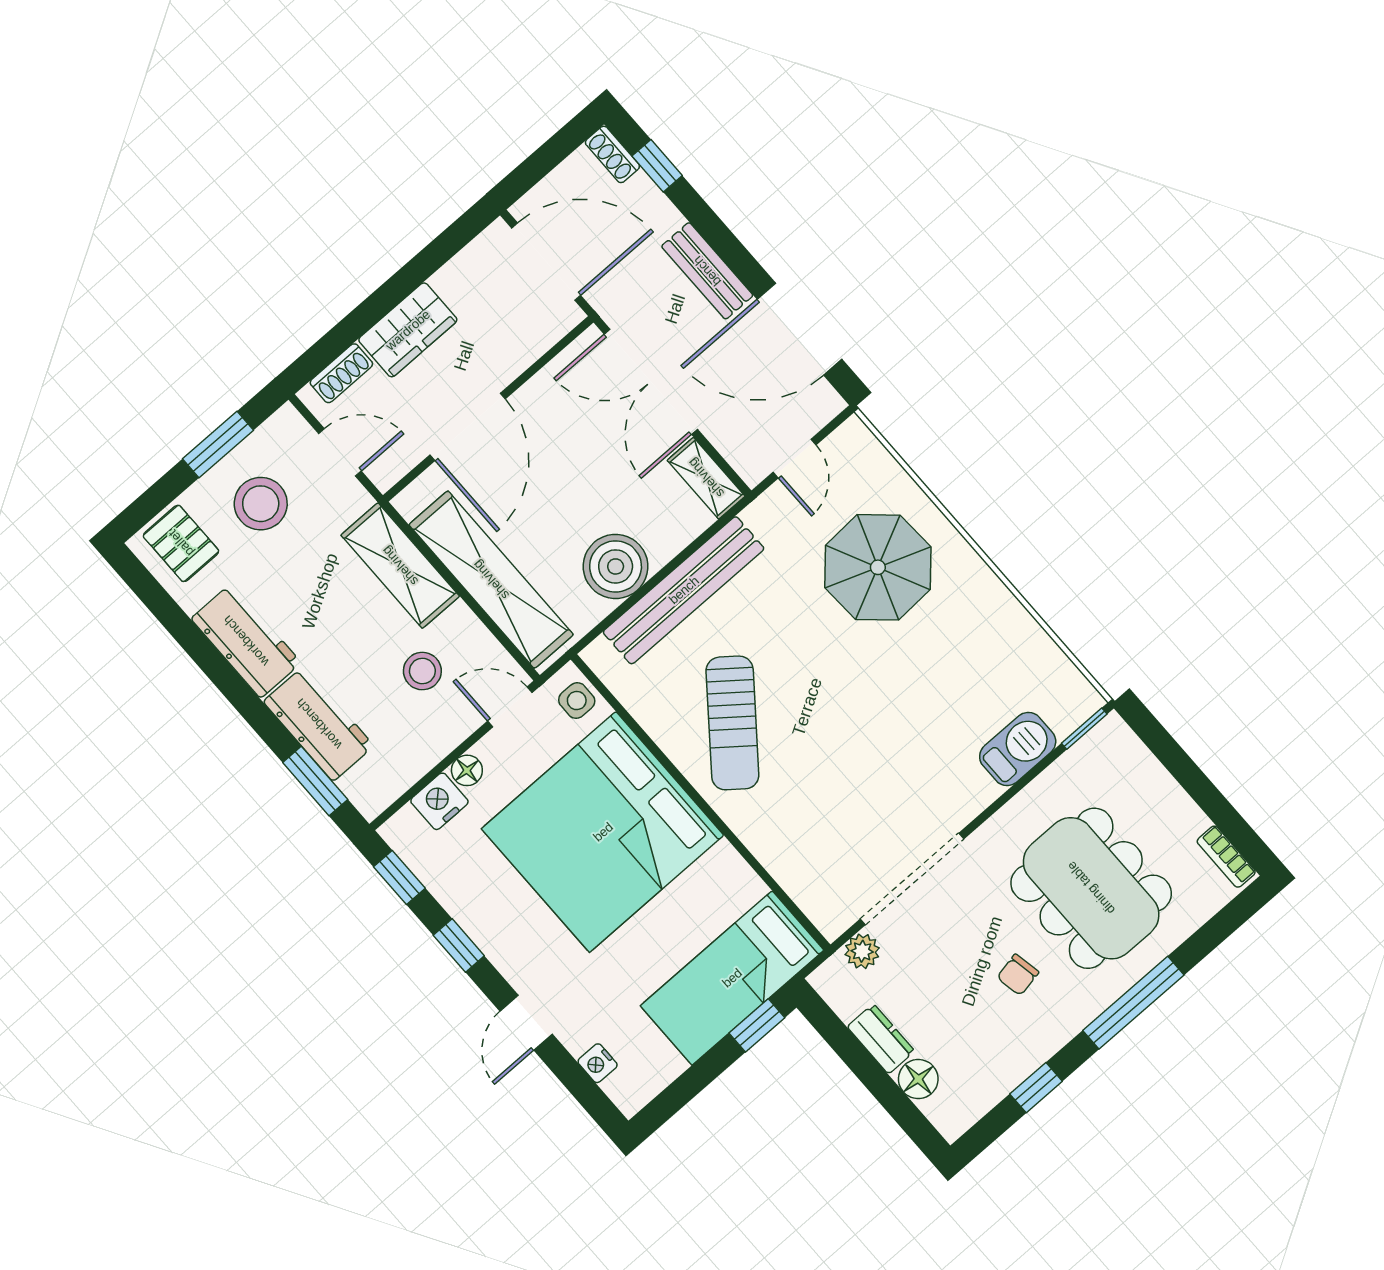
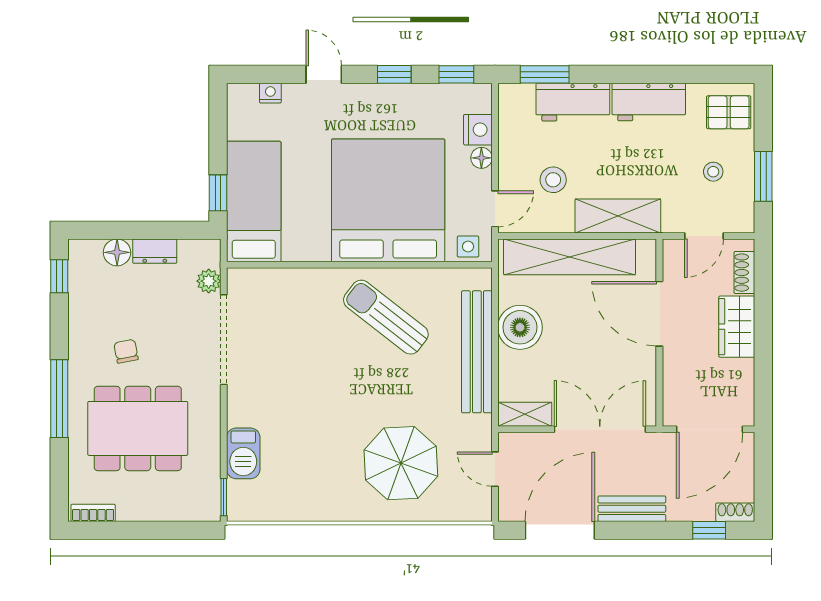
stool: (261, 504) -> (713, 172), width x0.53, depth x0.53
window: (1036, 1088) -> (59, 276), moved

